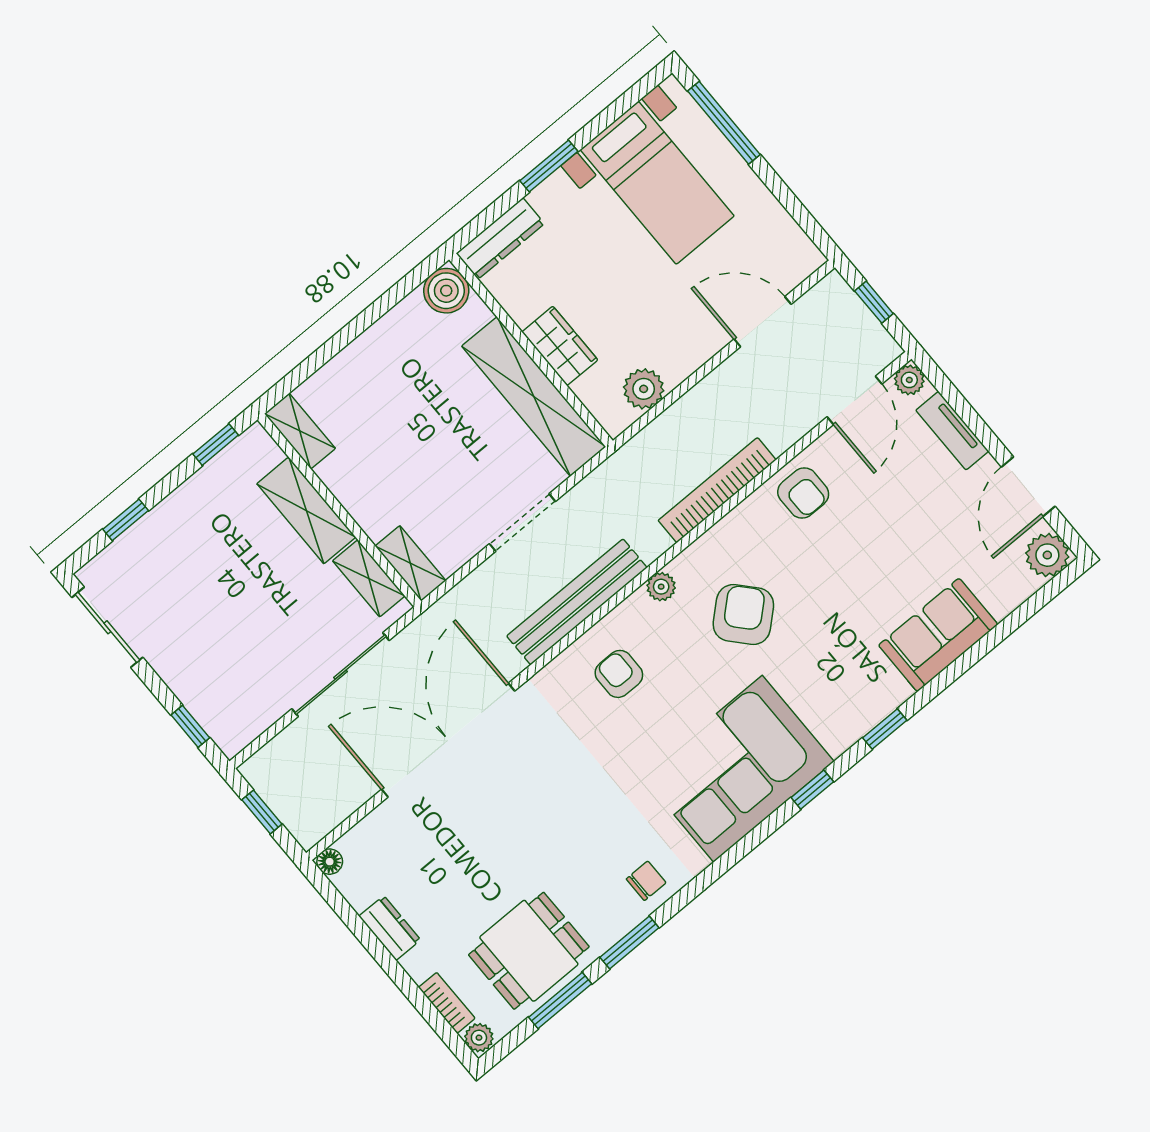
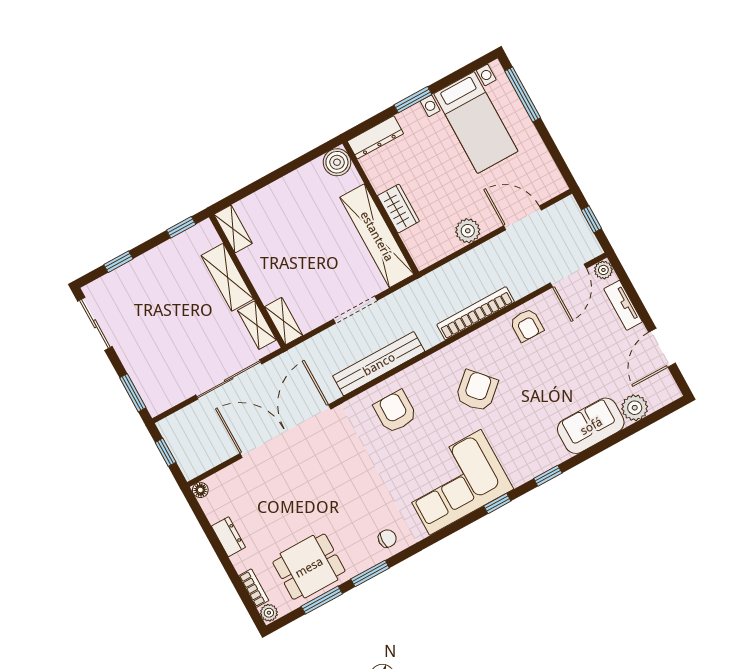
plant: (644, 389) -> (468, 231), moved
plant: (1047, 555) -> (635, 408), moved
plant: (661, 587) -> (431, 364), removed
armchair: (619, 674) -> (395, 412), width x1.38, depth x1.38
window: (190, 726) -> (133, 393), width x1.50

